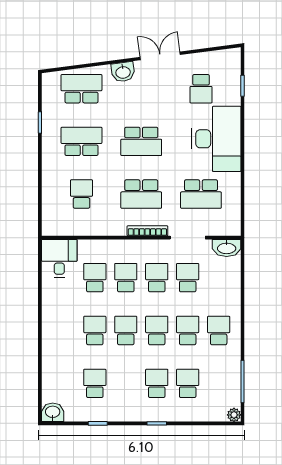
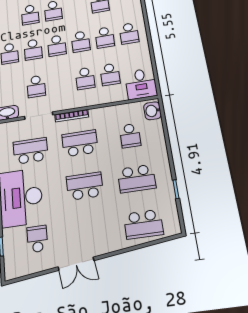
washbasin: (123, 72) -> (152, 111), moved, turned -83
school desk: (157, 278) -> (129, 33), moved

